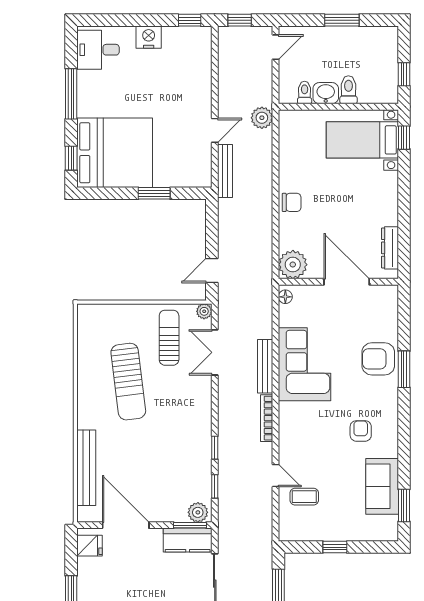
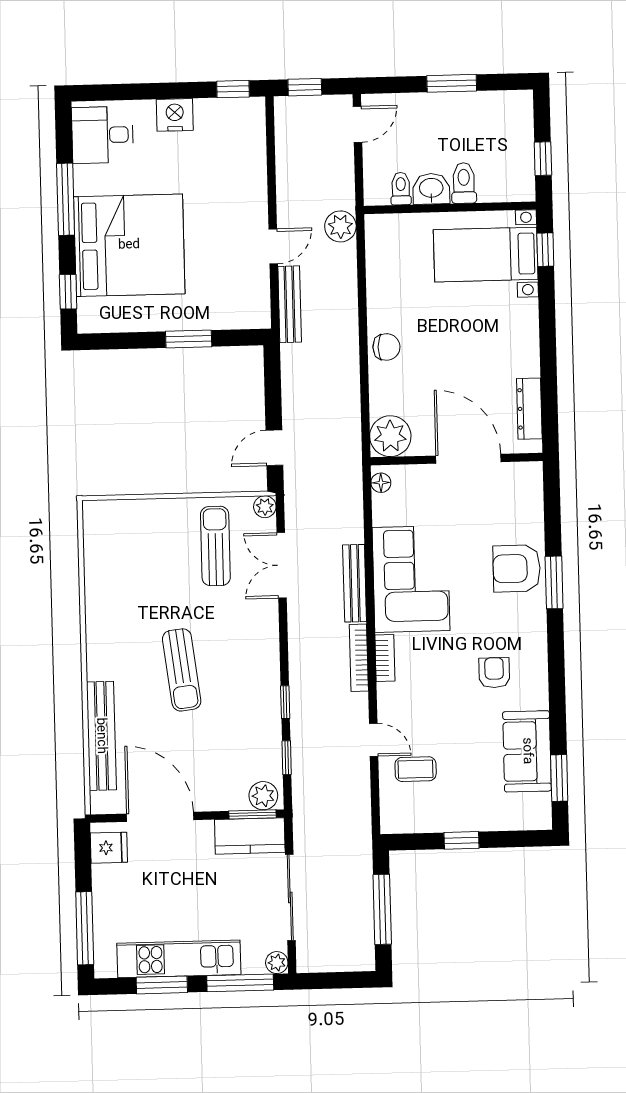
bed: (115, 153) -> (129, 245), moved
sun lounger: (128, 382) -> (182, 670), moved, width x0.73, depth x0.75
bookcase: (285, 419) -> (385, 658), added

